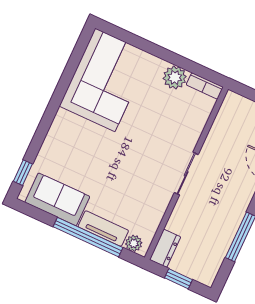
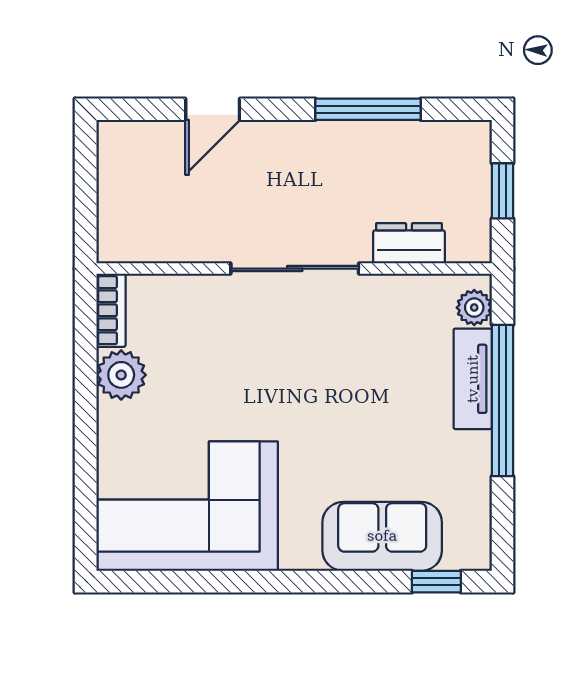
sliding door: (186, 174) -> (295, 269), width x1.37
sofa: (57, 199) -> (382, 536), moved, turned 90
dresser: (165, 248) -> (409, 243), moved

